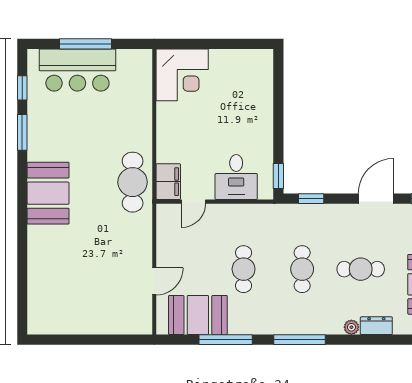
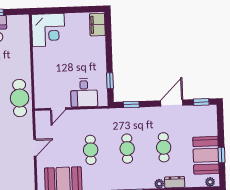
window: (278, 176) -> (110, 81), moved
filing cabinet: (168, 182) -> (97, 25), moved, turned 180
cafe table: (361, 269) -> (164, 147), turned 90
door: (154, 281) -> (35, 148), moved

